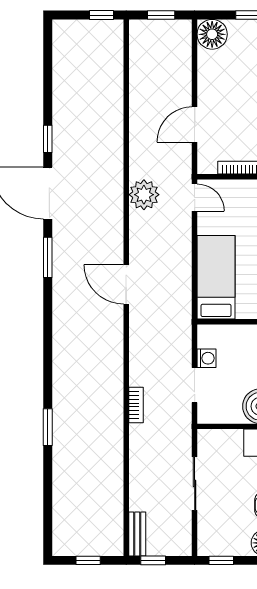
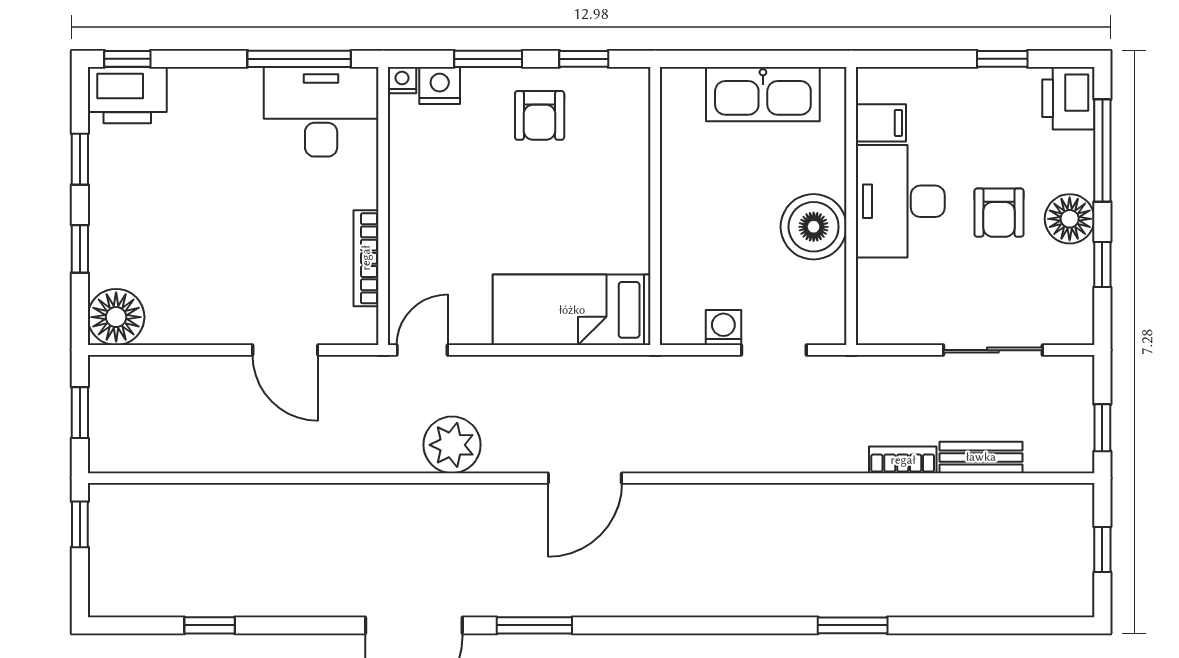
window: (48, 139) -> (210, 625), moved
plant: (144, 195) -> (452, 445), moved
bookcase: (136, 405) -> (903, 460), moved
sliding door: (195, 483) -> (993, 350), moved
bench: (137, 534) -> (981, 457), moved
window: (221, 560) -> (1102, 265), moved

